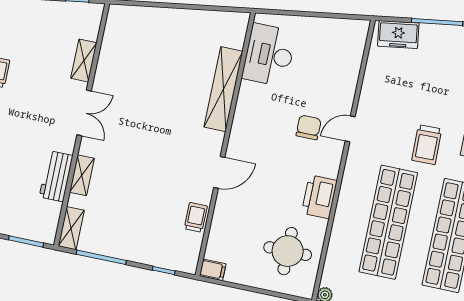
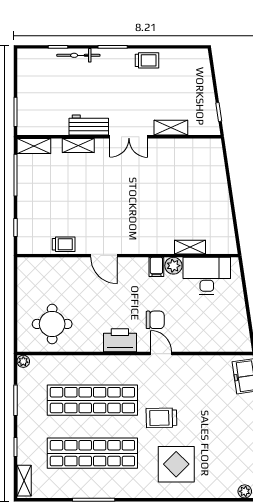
shelving: (223, 89) -> (190, 247), width x0.45, depth x0.75
plant: (249, 92) -> (173, 266), added
workbench: (56, 176) -> (89, 125), moved
printer: (319, 197) -> (120, 340), moved
filing cabinet: (213, 270) -> (156, 267), moved

